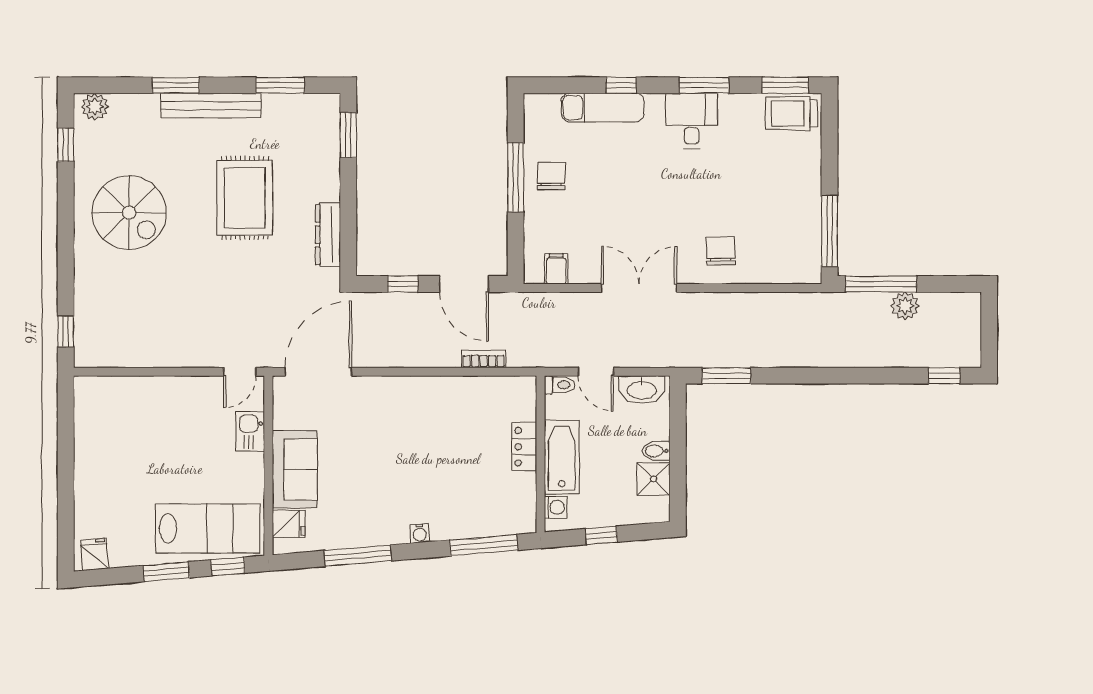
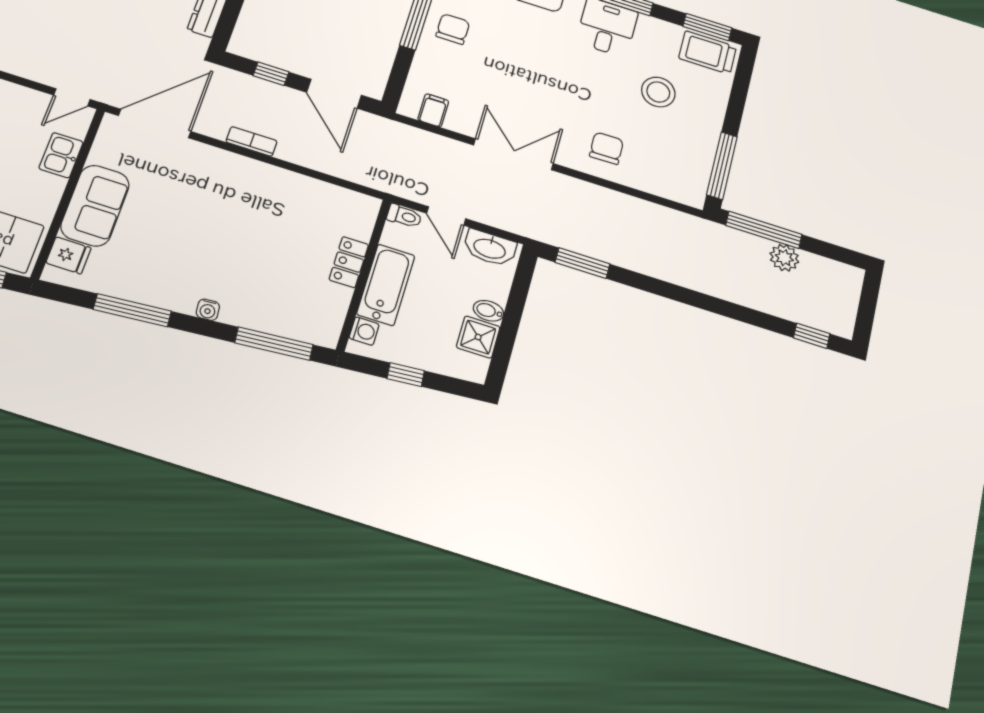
stool: (755, 174) -> (658, 92), added
bookcase: (484, 359) -> (252, 141), moved

